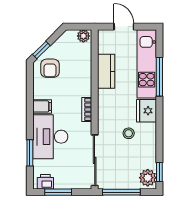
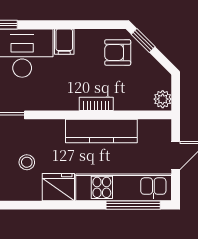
kitchen counter: (106, 71) -> (101, 131), width x1.50
window: (159, 77) -> (133, 205), moved
bookcase: (87, 109) -> (96, 104), moved

